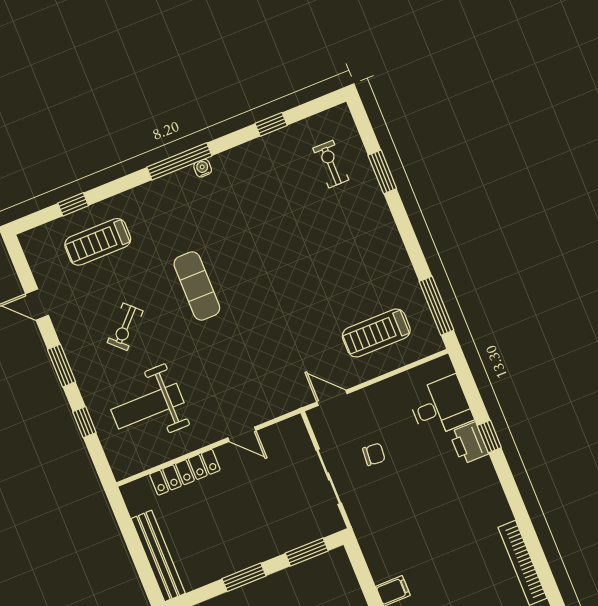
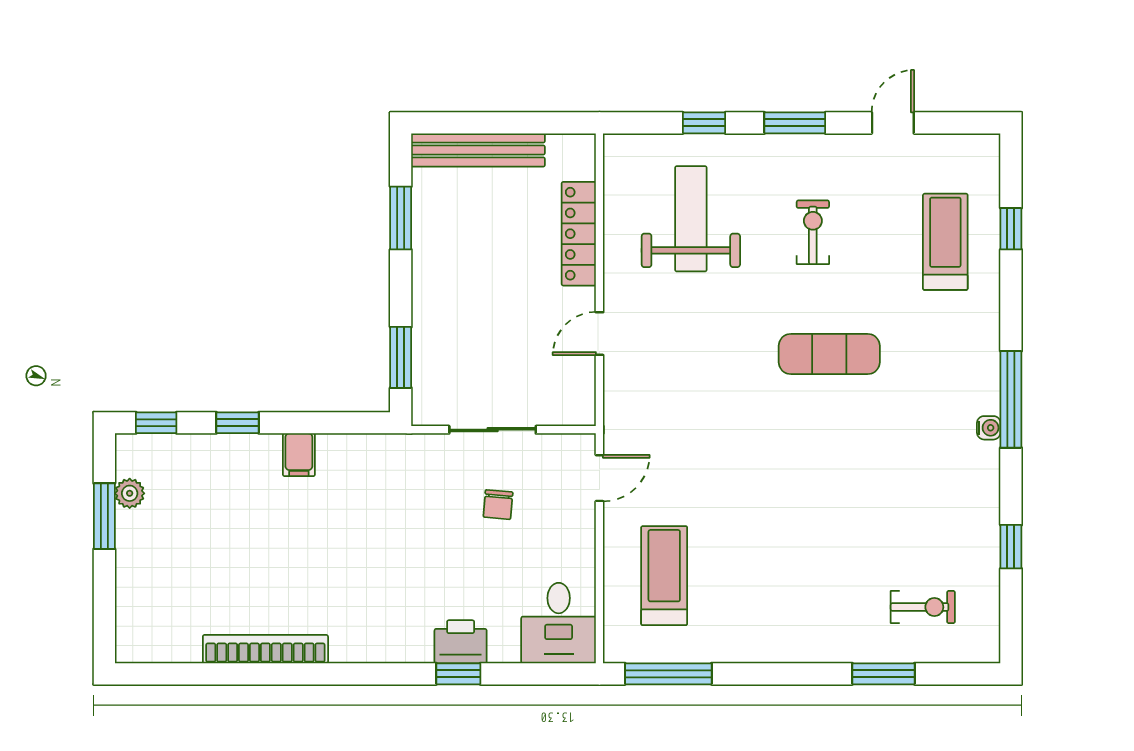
exercise bike: (125, 327) -> (813, 232), turned 46
desk: (440, 407) -> (559, 623), moved
window: (244, 577) -> (401, 218), moved

